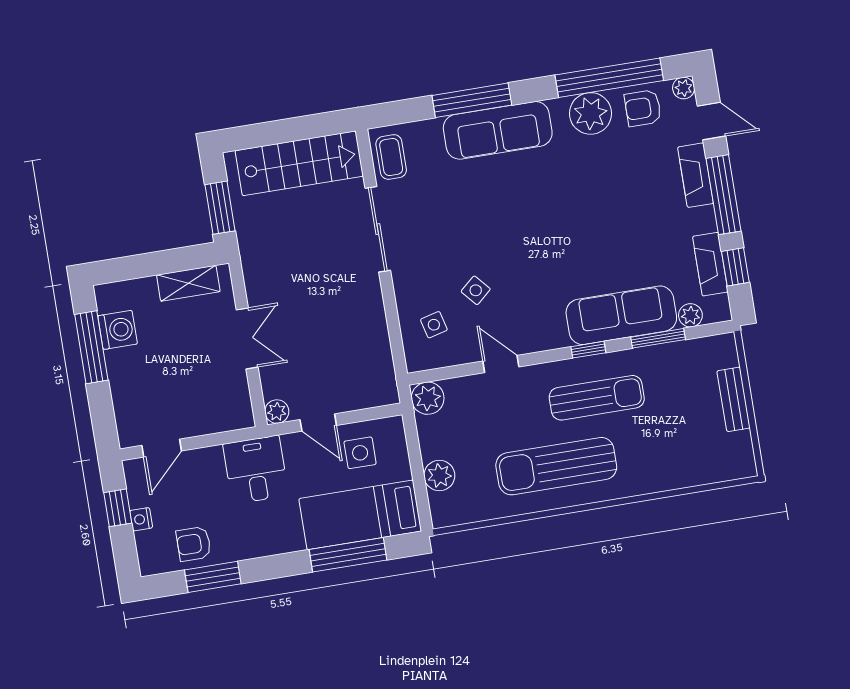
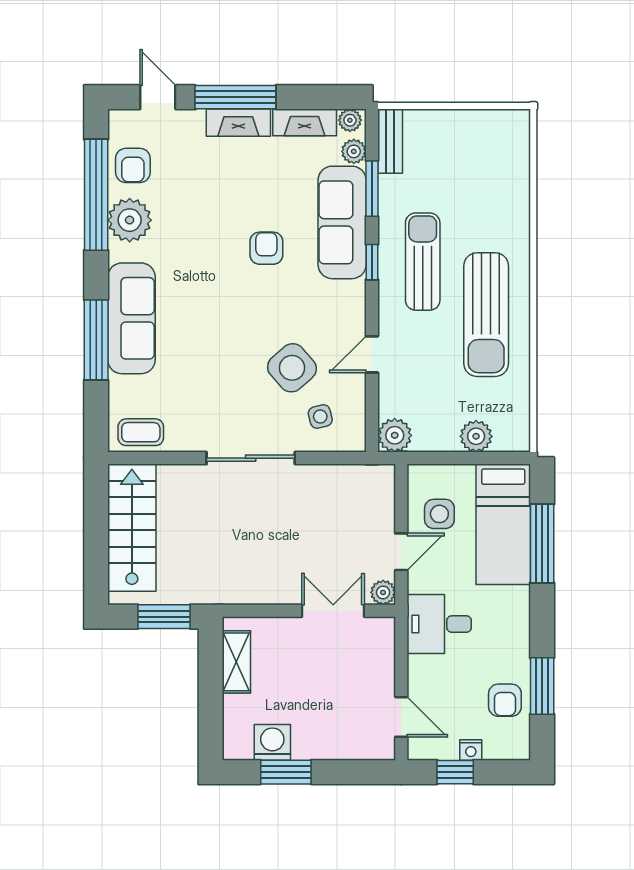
plant: (684, 88) -> (350, 120), moved
door: (711, 121) -> (158, 97), hinge flipped
fireplace: (696, 175) -> (238, 123), moved
sliding door: (378, 229) -> (251, 458), moved
armchair: (585, 247) -> (266, 248), added
window: (735, 267) -> (312, 97), removed
side table: (476, 290) -> (292, 368), width x1.87, depth x1.87
double door: (247, 338) -> (333, 611), moved
window: (91, 347) -> (286, 772), width x0.69
bench: (734, 399) -> (390, 141), moved, turned 90

